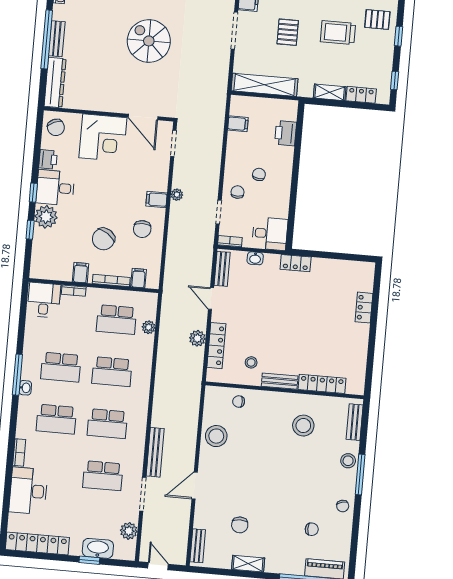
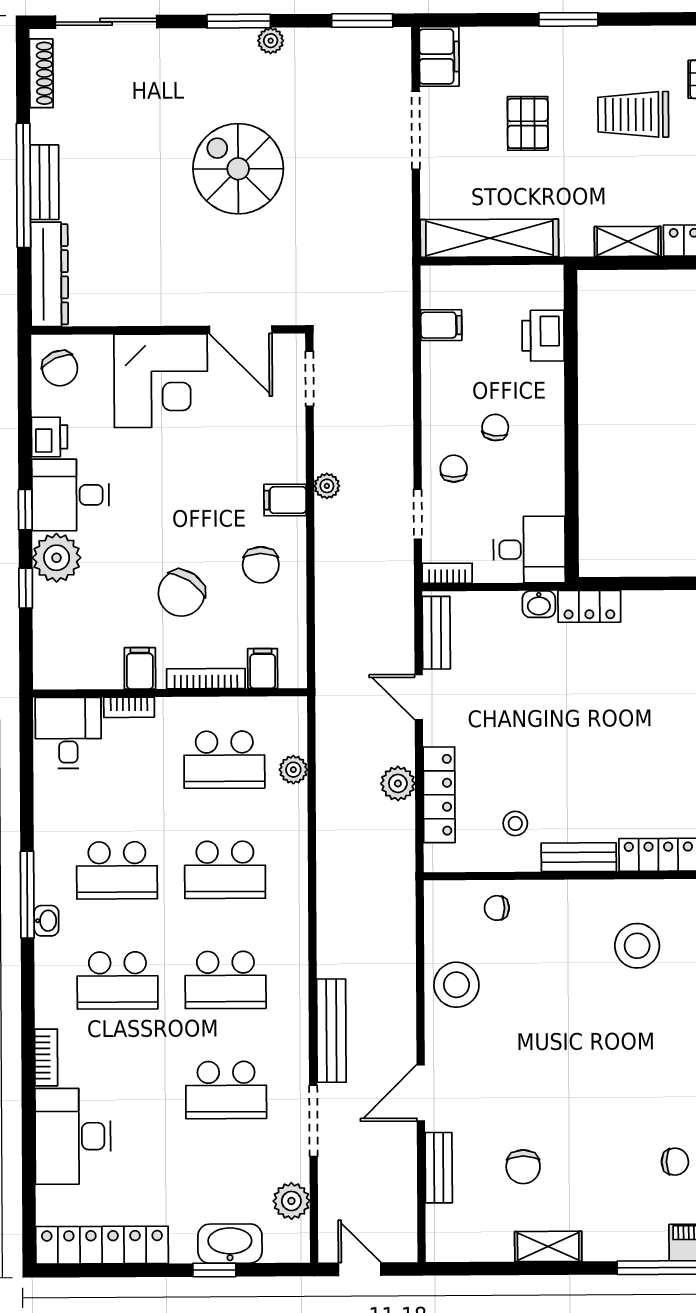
washbasin: (255, 258) -> (539, 604), moved
bench: (198, 546) -> (439, 1168), moved

